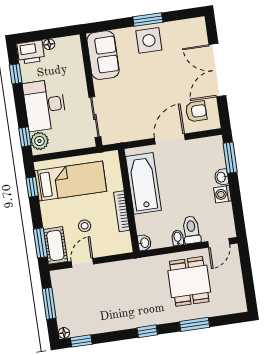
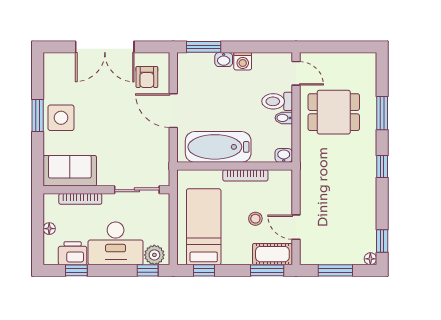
printer: (31, 52) -> (73, 253), moved, turned -90
bookcase: (79, 68) -> (80, 199), added
armchair: (196, 111) -> (147, 77), turned 180

